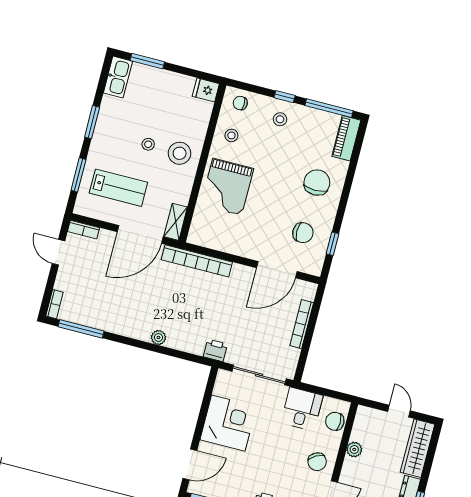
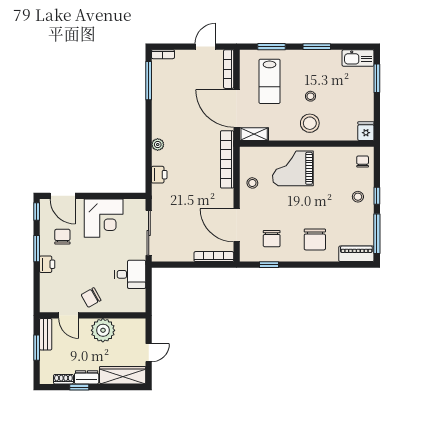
stool: (231, 135) -> (252, 183), moved
chair: (317, 183) -> (315, 239), turned 90
bookcase: (84, 230) -> (229, 69), width x1.56
bookcase: (302, 324) -> (214, 257), moved
printer: (215, 350) -> (159, 175), moved
chair: (335, 421) -> (62, 237), moved
plant: (354, 449) -> (103, 330), width x1.88, depth x1.88

